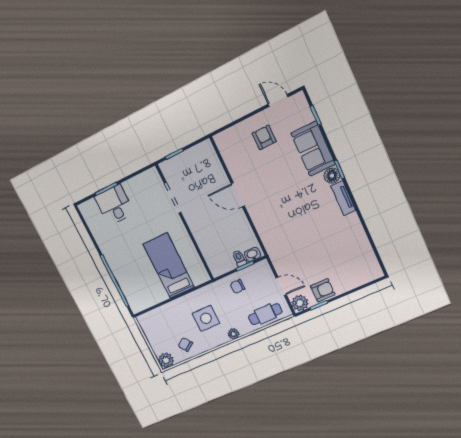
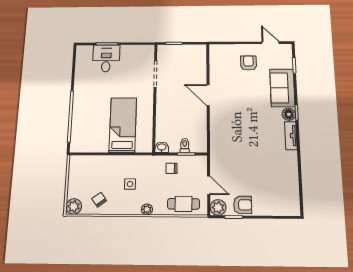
washbasin: (252, 255) -> (162, 147), moved
side table: (206, 318) -> (130, 184), width x0.54, depth x0.54

